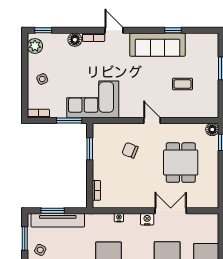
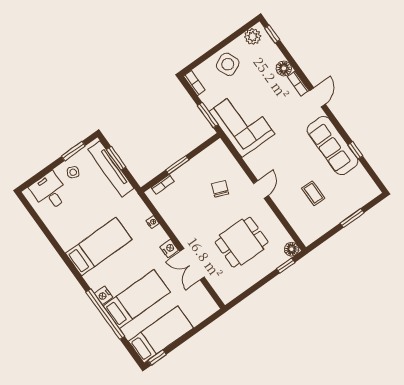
side table: (42, 79) -> (228, 64), width x1.87, depth x1.87
window: (90, 149) -> (177, 165), moved
double door: (171, 211) -> (192, 264), swing flipped

